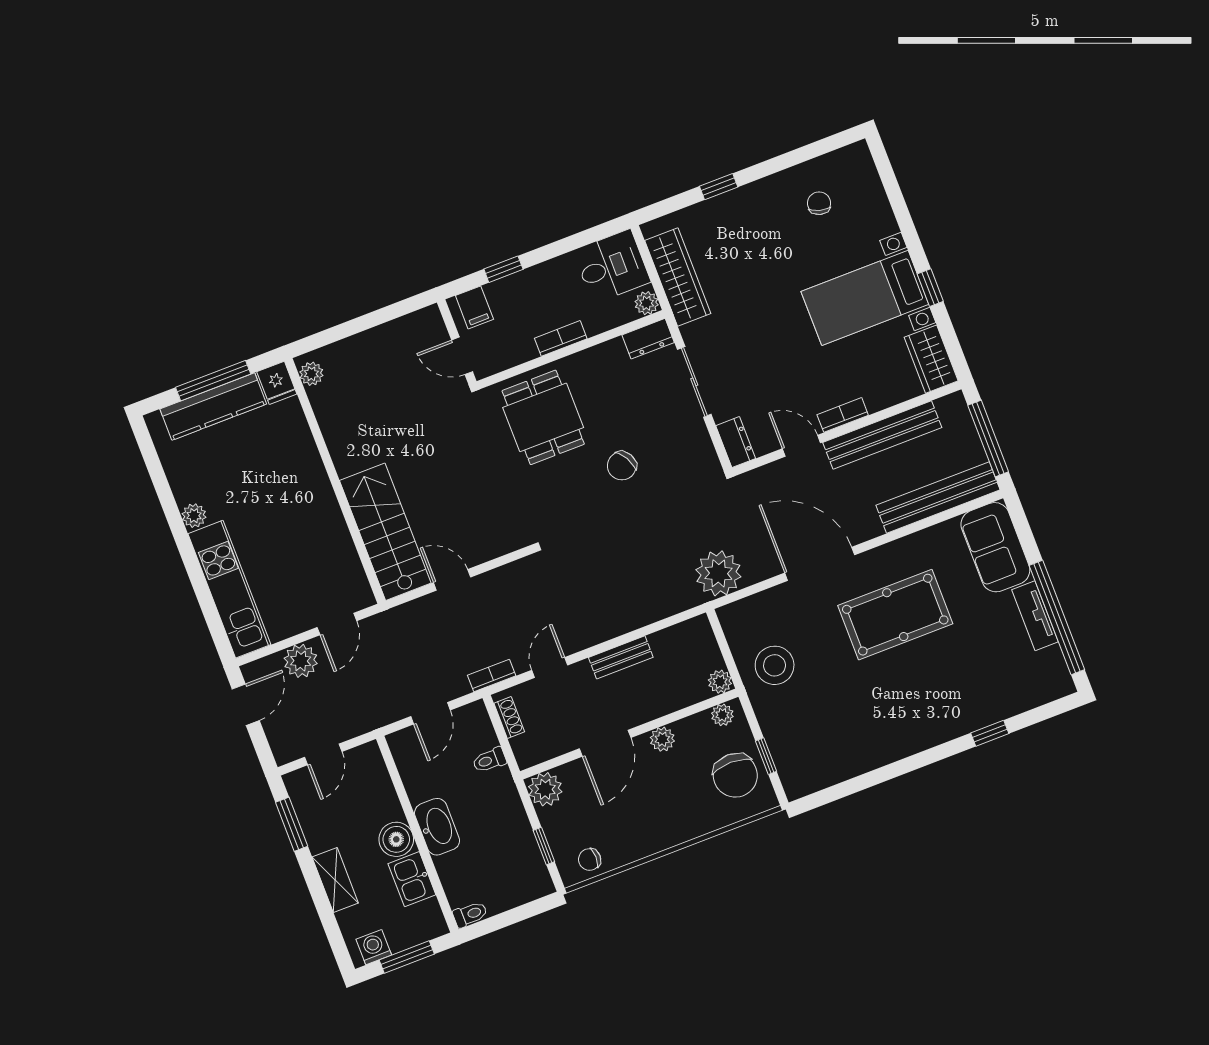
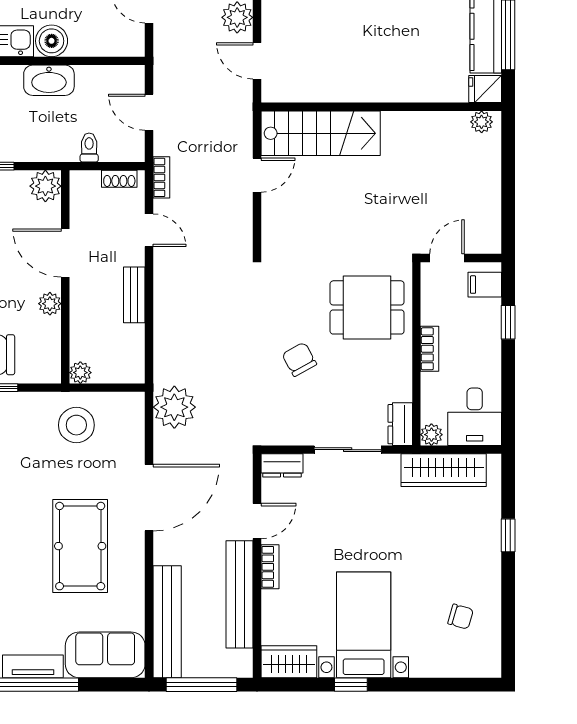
plant: (722, 715) -> (51, 364), removed

